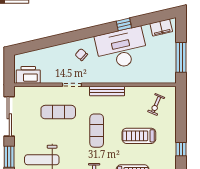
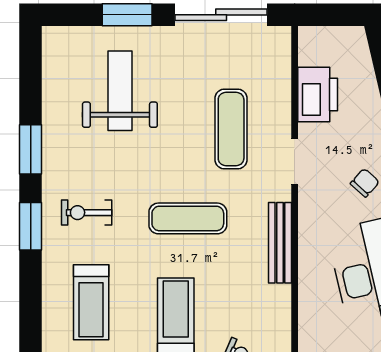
printer: (28, 75) -> (318, 94), moved

